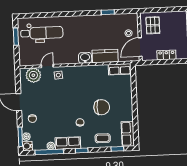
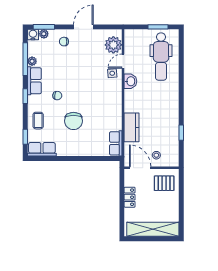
washbasin: (85, 58) -> (130, 81), moved
door: (47, 66) -> (123, 61), swing flipped

